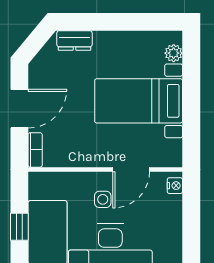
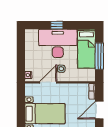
window: (19, 227) -> (99, 56), width x2.17

